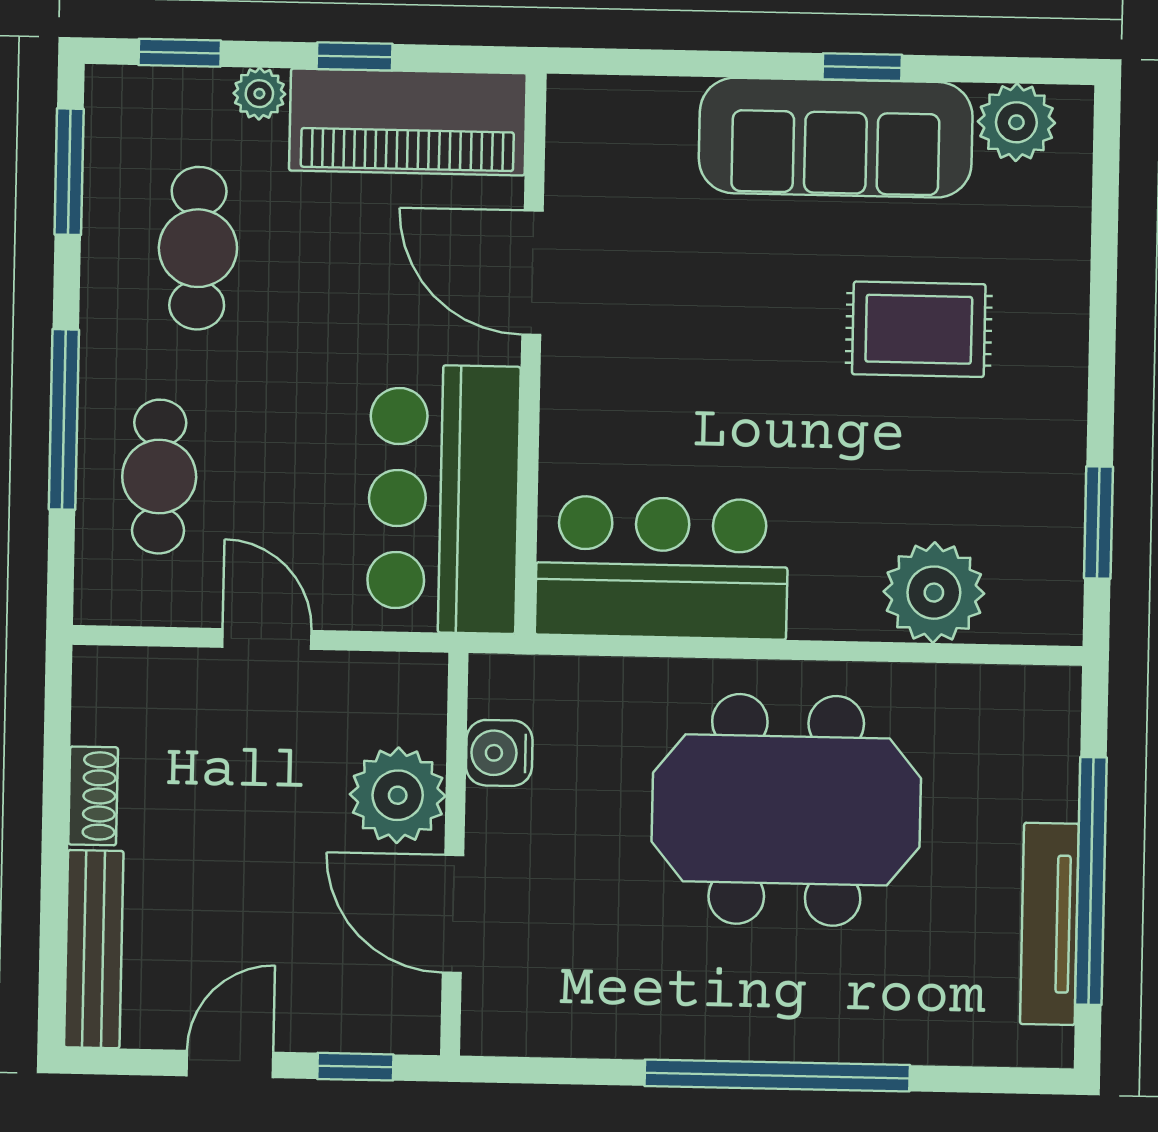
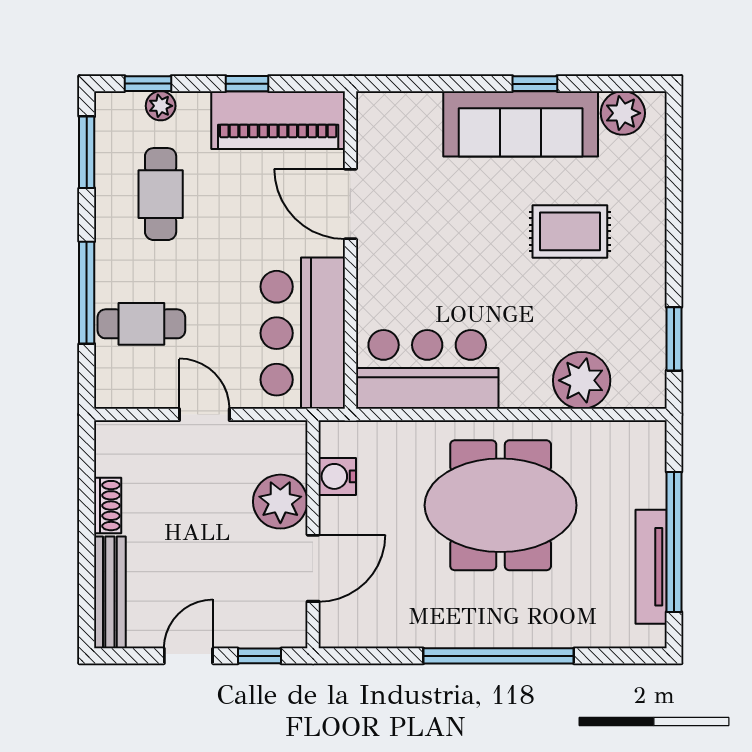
plant: (259, 94) -> (161, 106), moved
cafe table: (159, 477) -> (141, 324), turned 90
door: (453, 914) -> (313, 568), swing flipped

